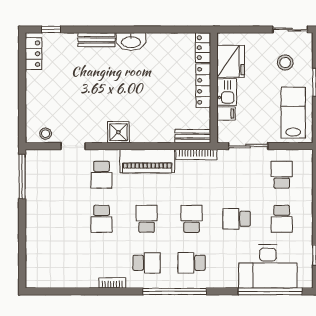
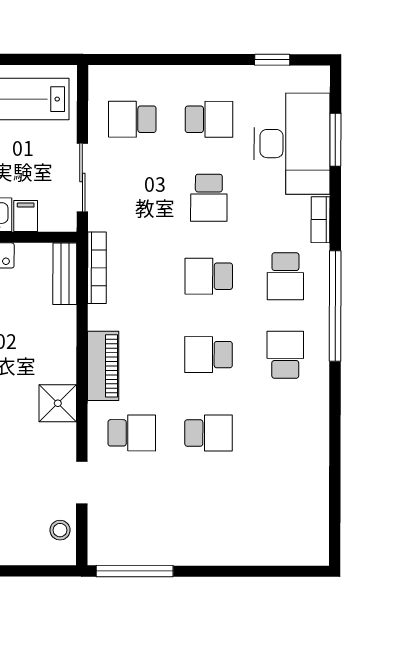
piano: (147, 161) -> (103, 366), width x0.73, depth x0.75
bookcase: (112, 283) -> (321, 220), moved
window: (270, 291) -> (335, 140), width x0.47

